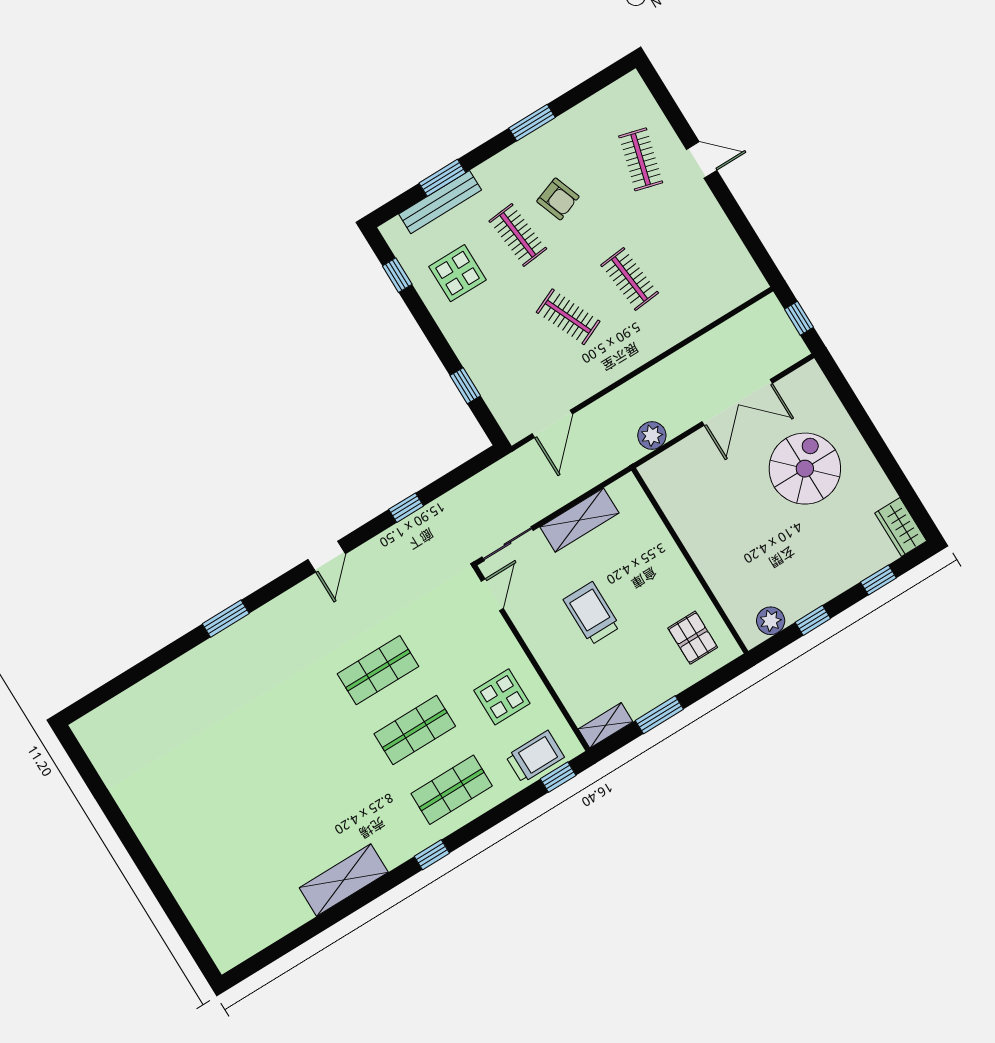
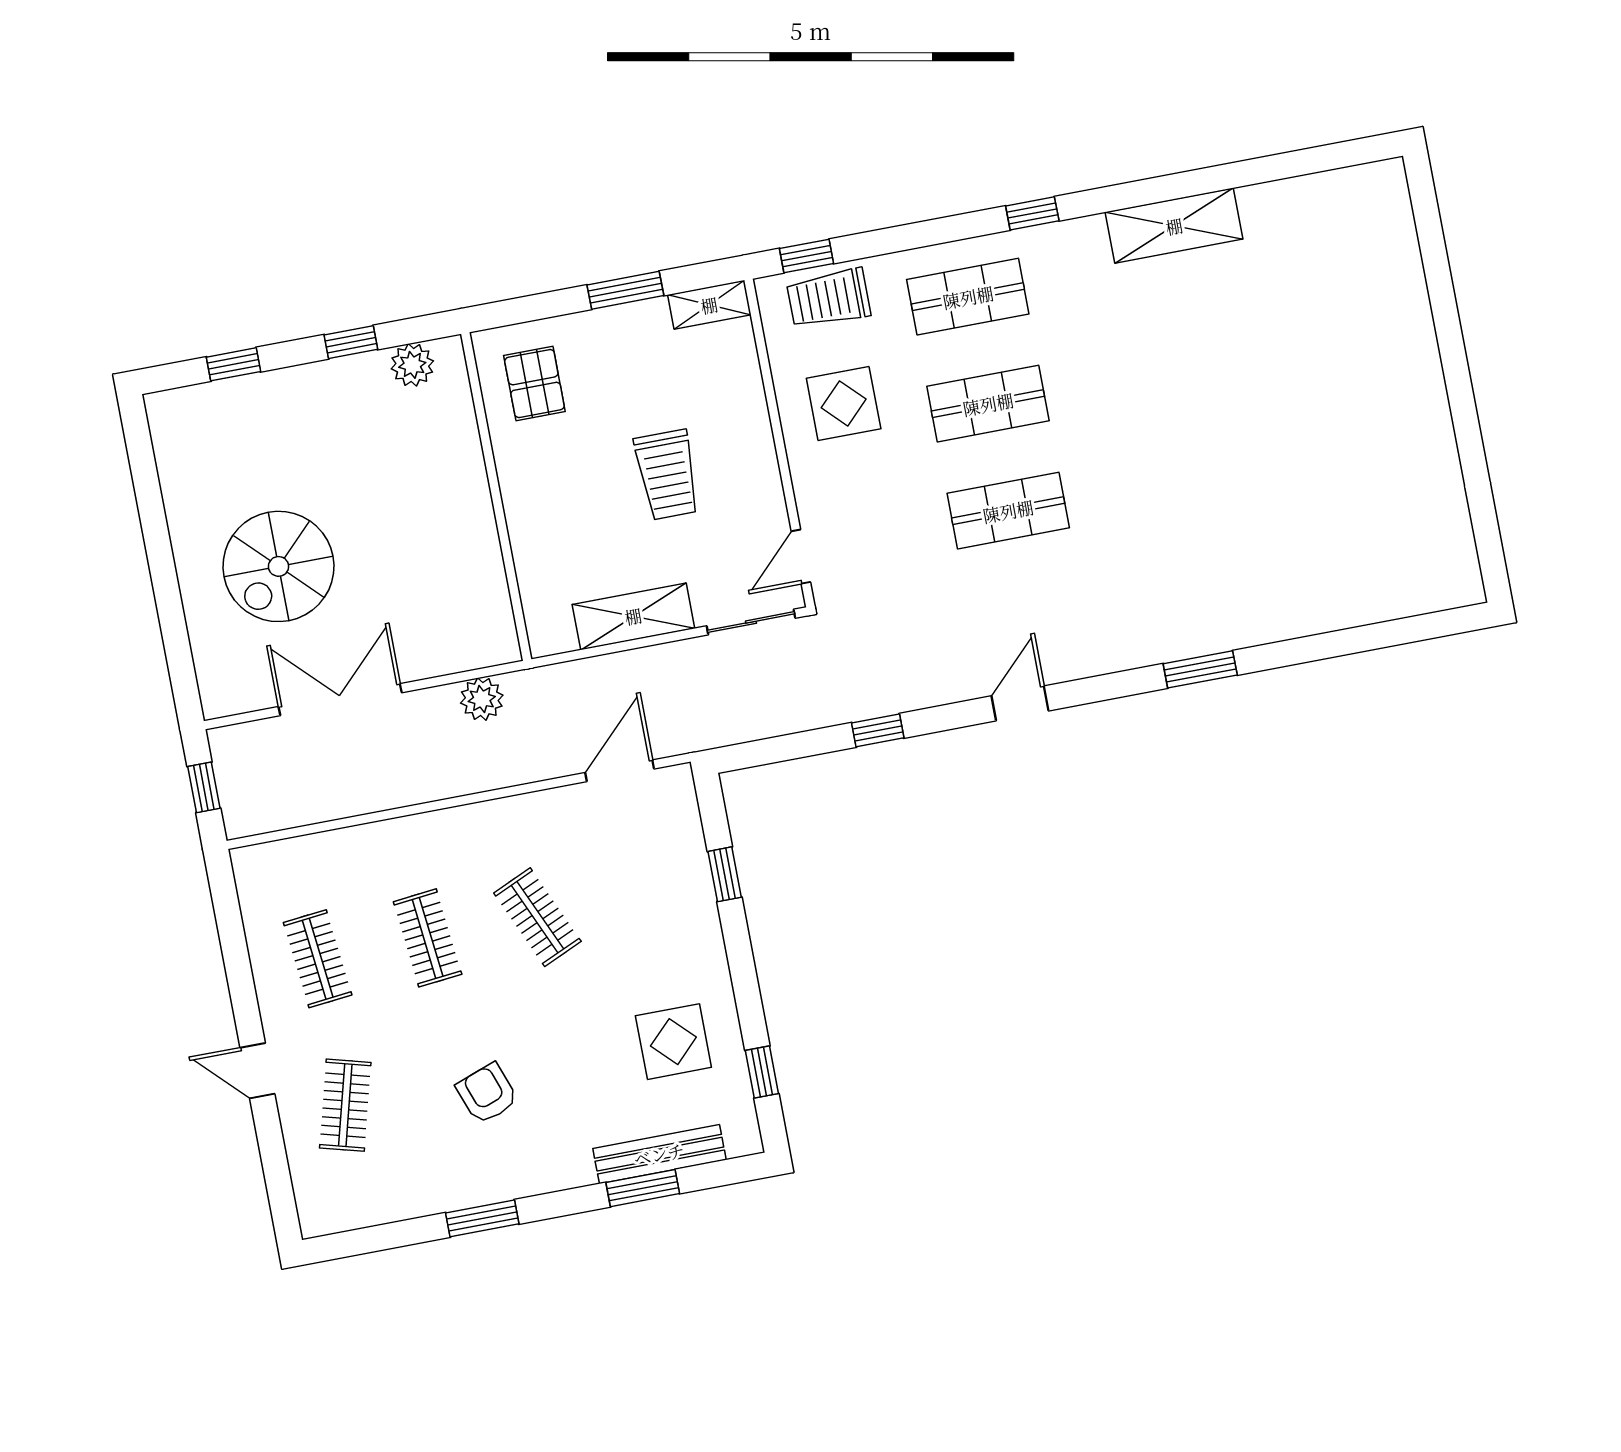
clothes rail: (518, 235) -> (318, 959), moved
wardrobe: (901, 527) -> (172, 429), removed

